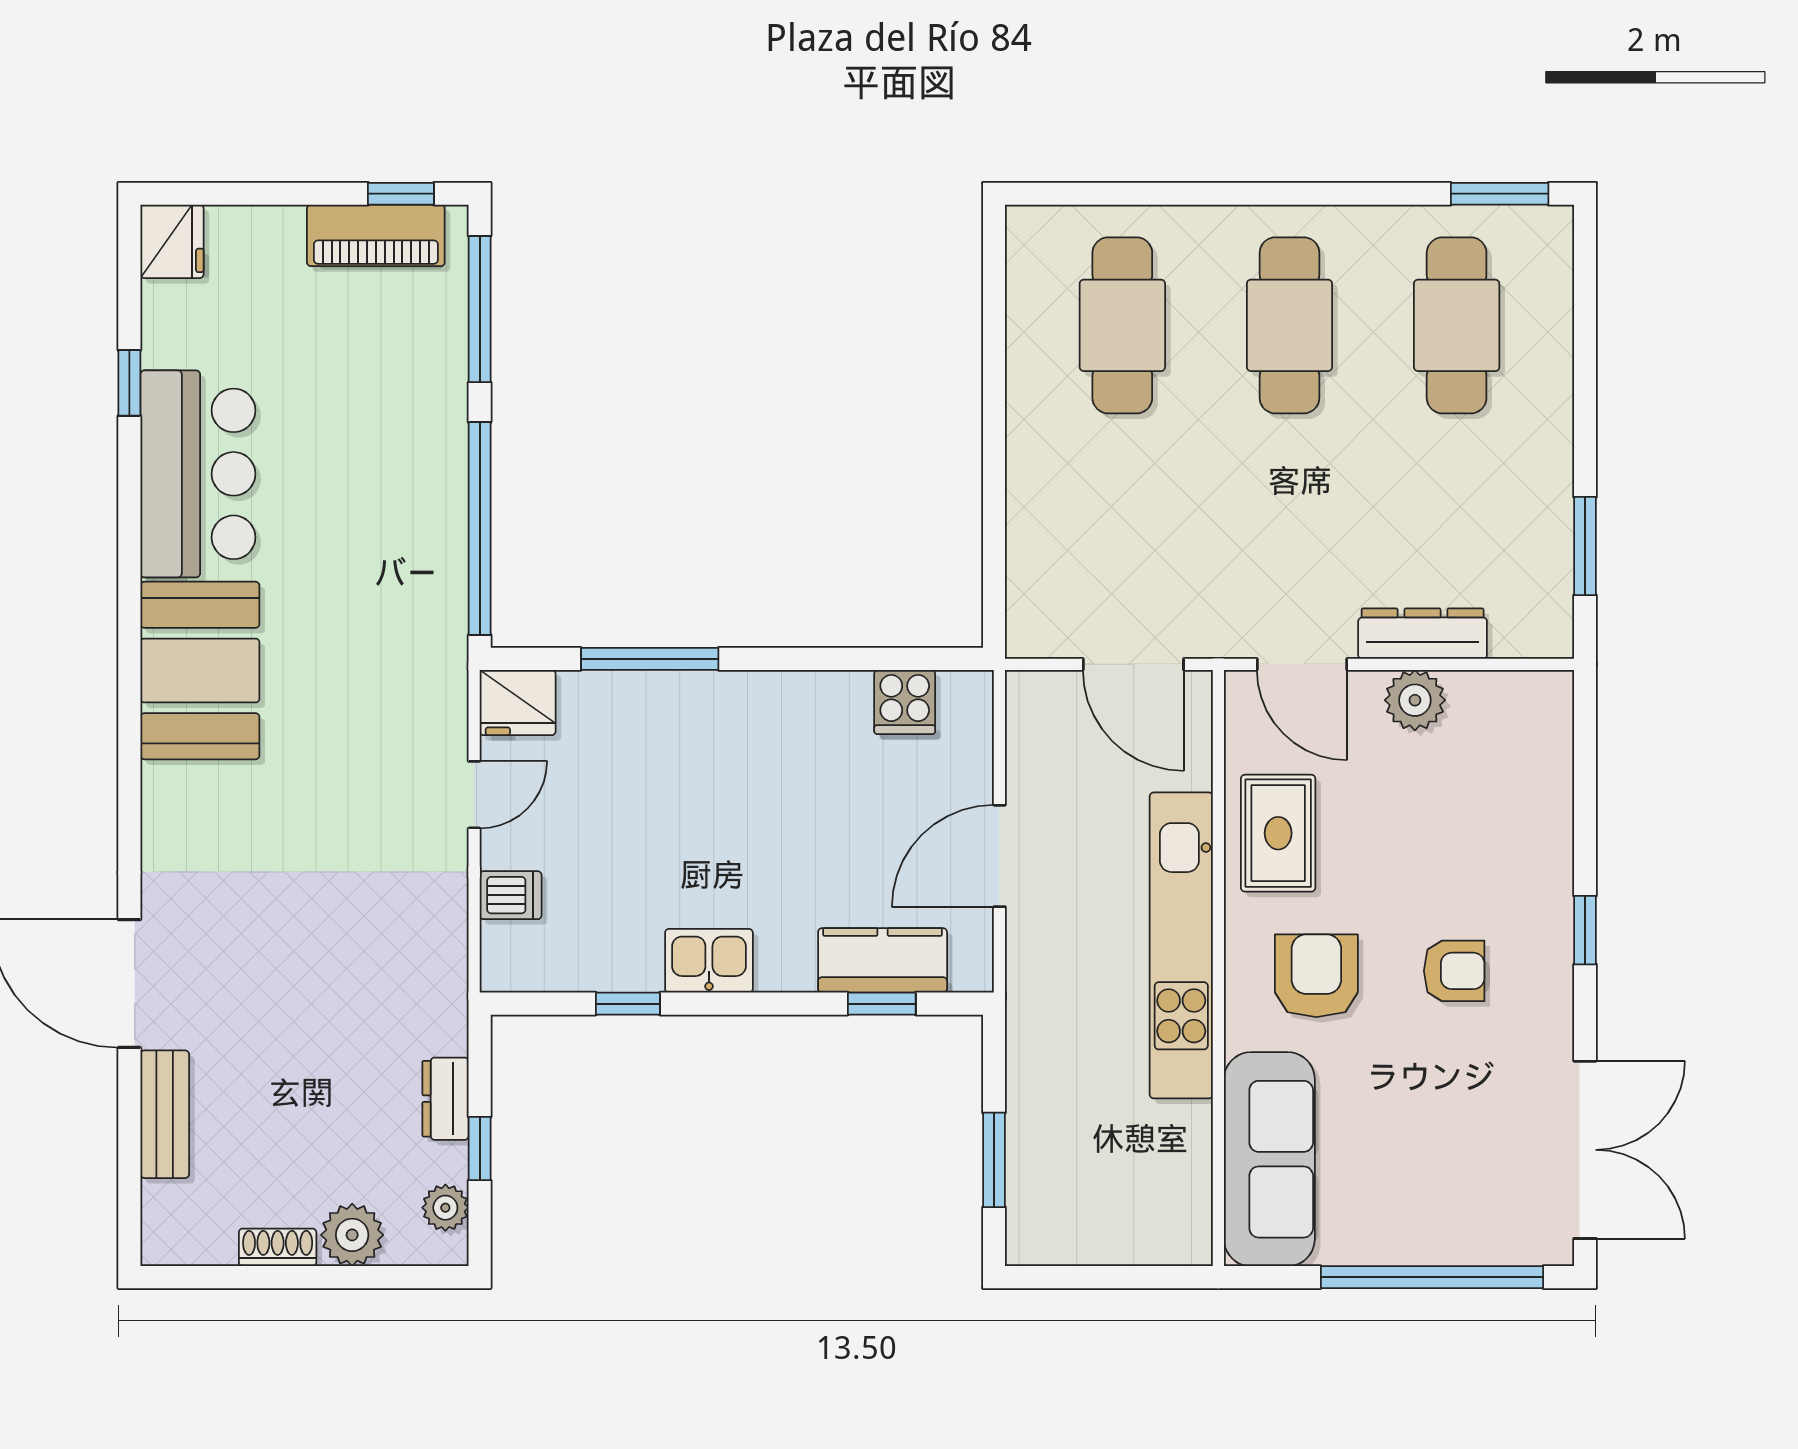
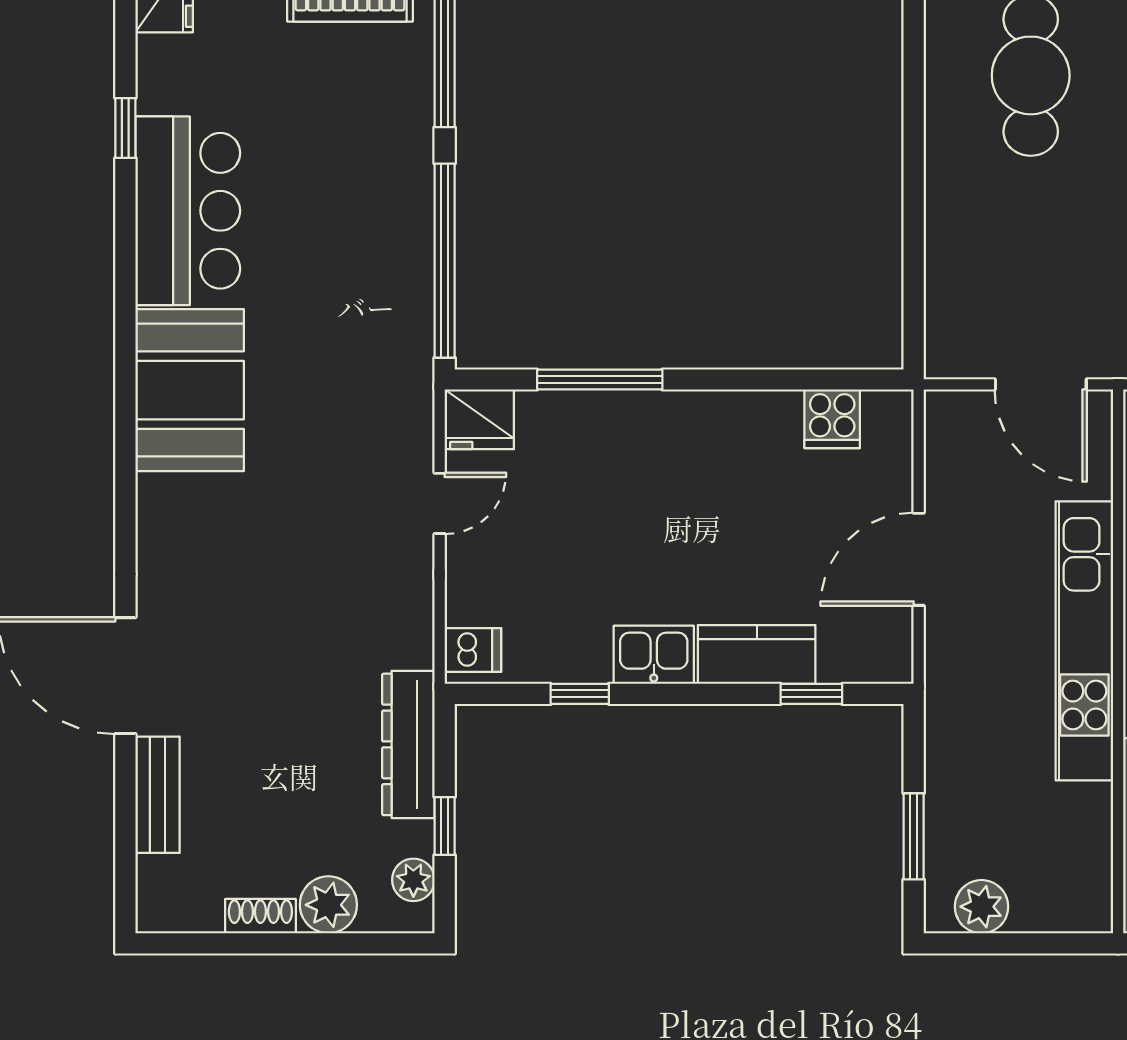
dishwasher: (511, 895) -> (473, 650), moved
kitchen counter: (883, 960) -> (757, 654), moved
dresser: (446, 1099) -> (408, 744), width x1.96, depth x1.24
plant: (1068, 1237) -> (982, 907), added

